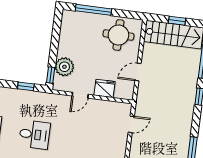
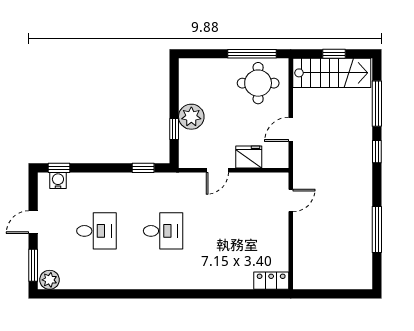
window: (93, 10) -> (252, 54), moved
plant: (64, 67) -> (191, 117), moved
window: (51, 75) -> (174, 129), moved

